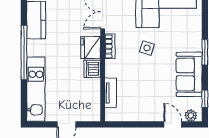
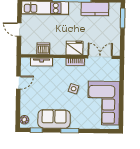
dishwasher: (92, 69) -> (43, 49), moved
door: (173, 124) -> (18, 82), moved

